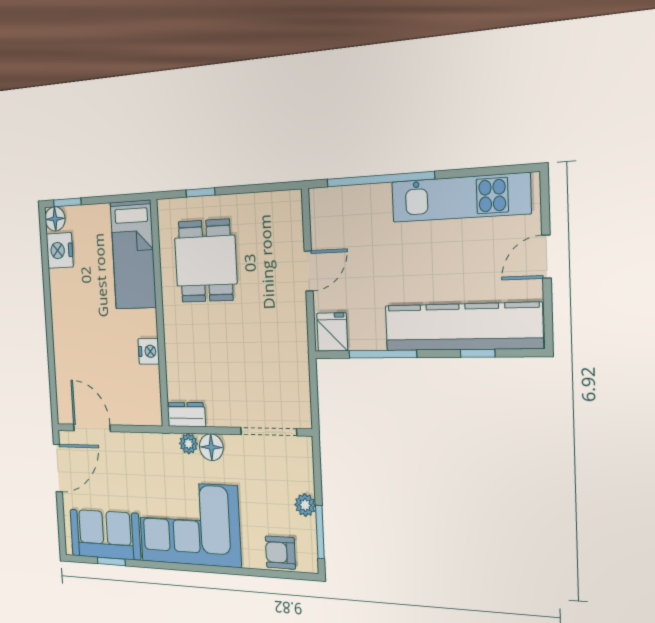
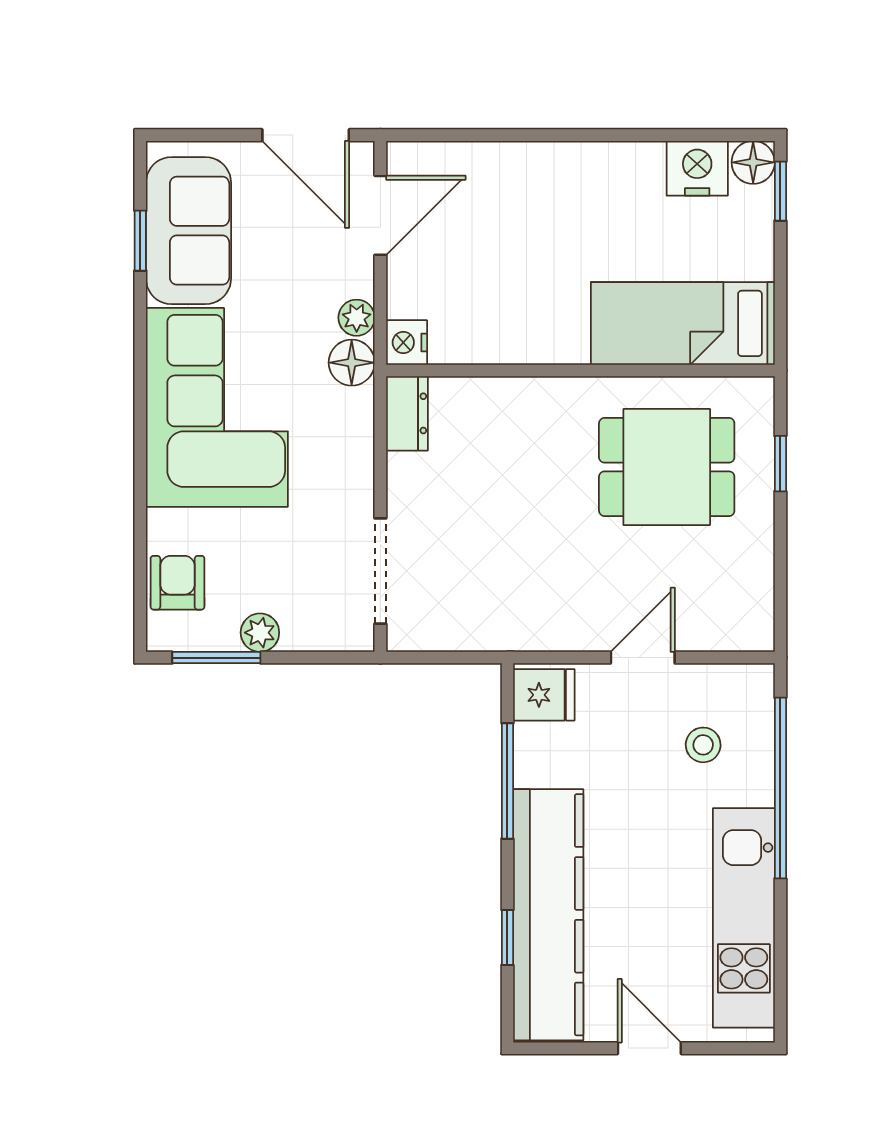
stool: (357, 231) -> (703, 745), added
door: (309, 271) -> (643, 658), swing flipped
nightstand: (149, 351) -> (407, 342), moved, turned 90
plant: (188, 444) -> (357, 318), moved
floor lamp: (211, 447) -> (352, 363), moved

